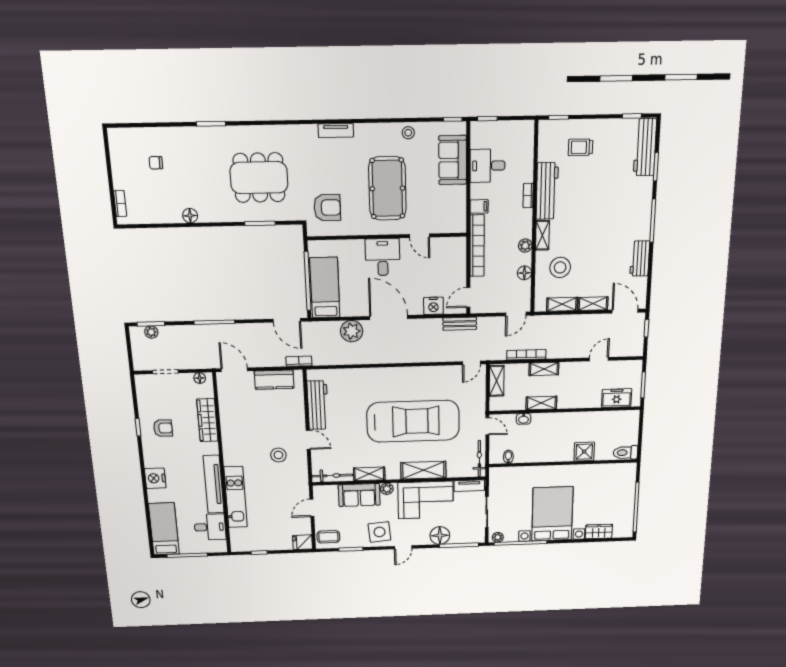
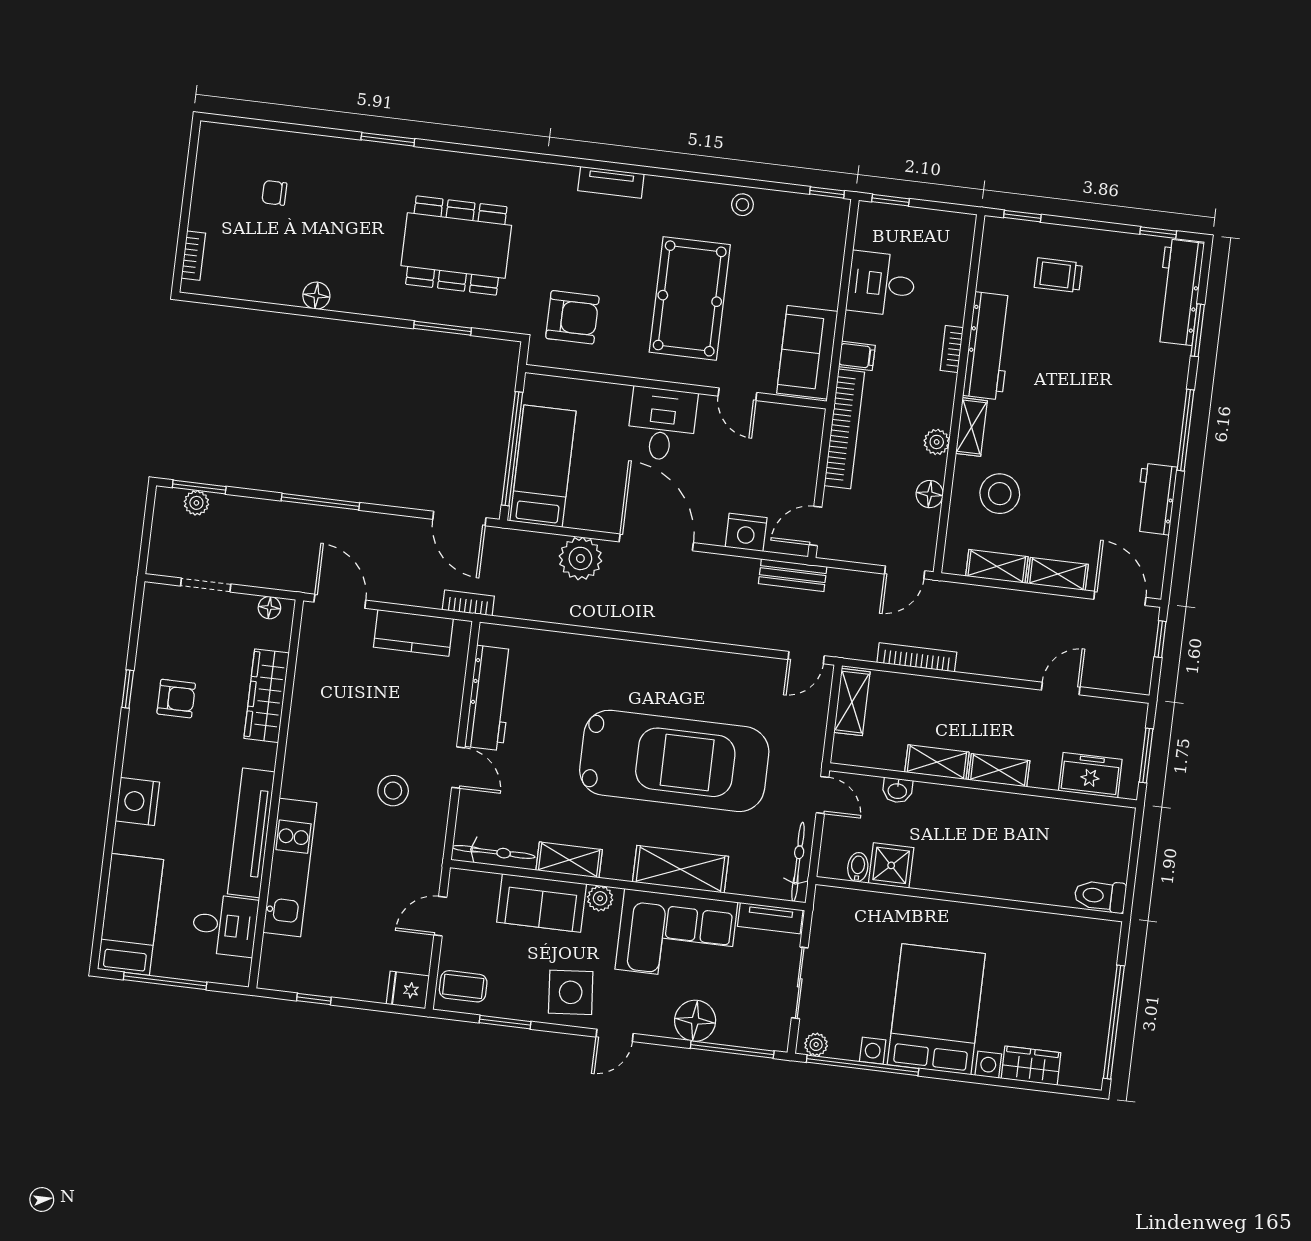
sofa: (453, 160) -> (807, 352), moved
shelving: (544, 369) -> (999, 770), moved
shower: (584, 452) -> (891, 865), moved

